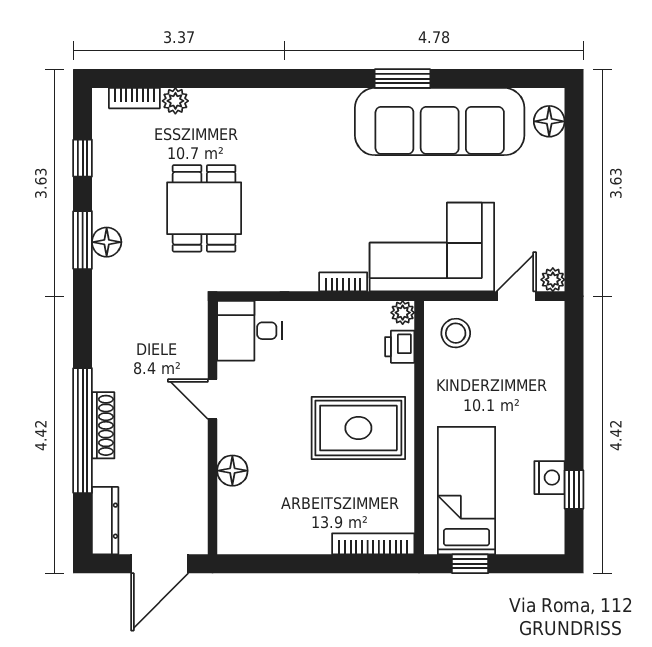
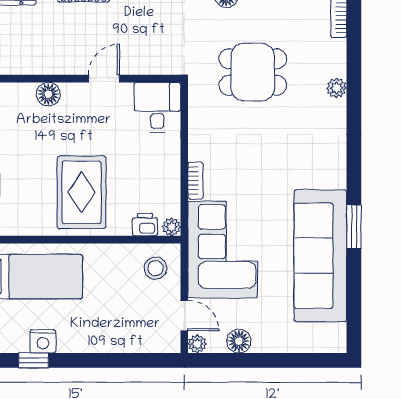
plant: (175, 101) -> (336, 88), moved
floor lamp: (549, 121) -> (239, 341), moved

